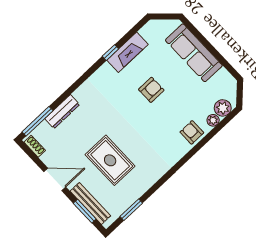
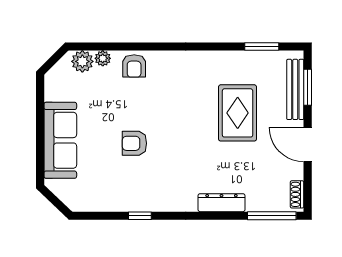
fireplace: (128, 52) -> (123, 201), removed
dresser: (62, 112) -> (221, 203), moved

